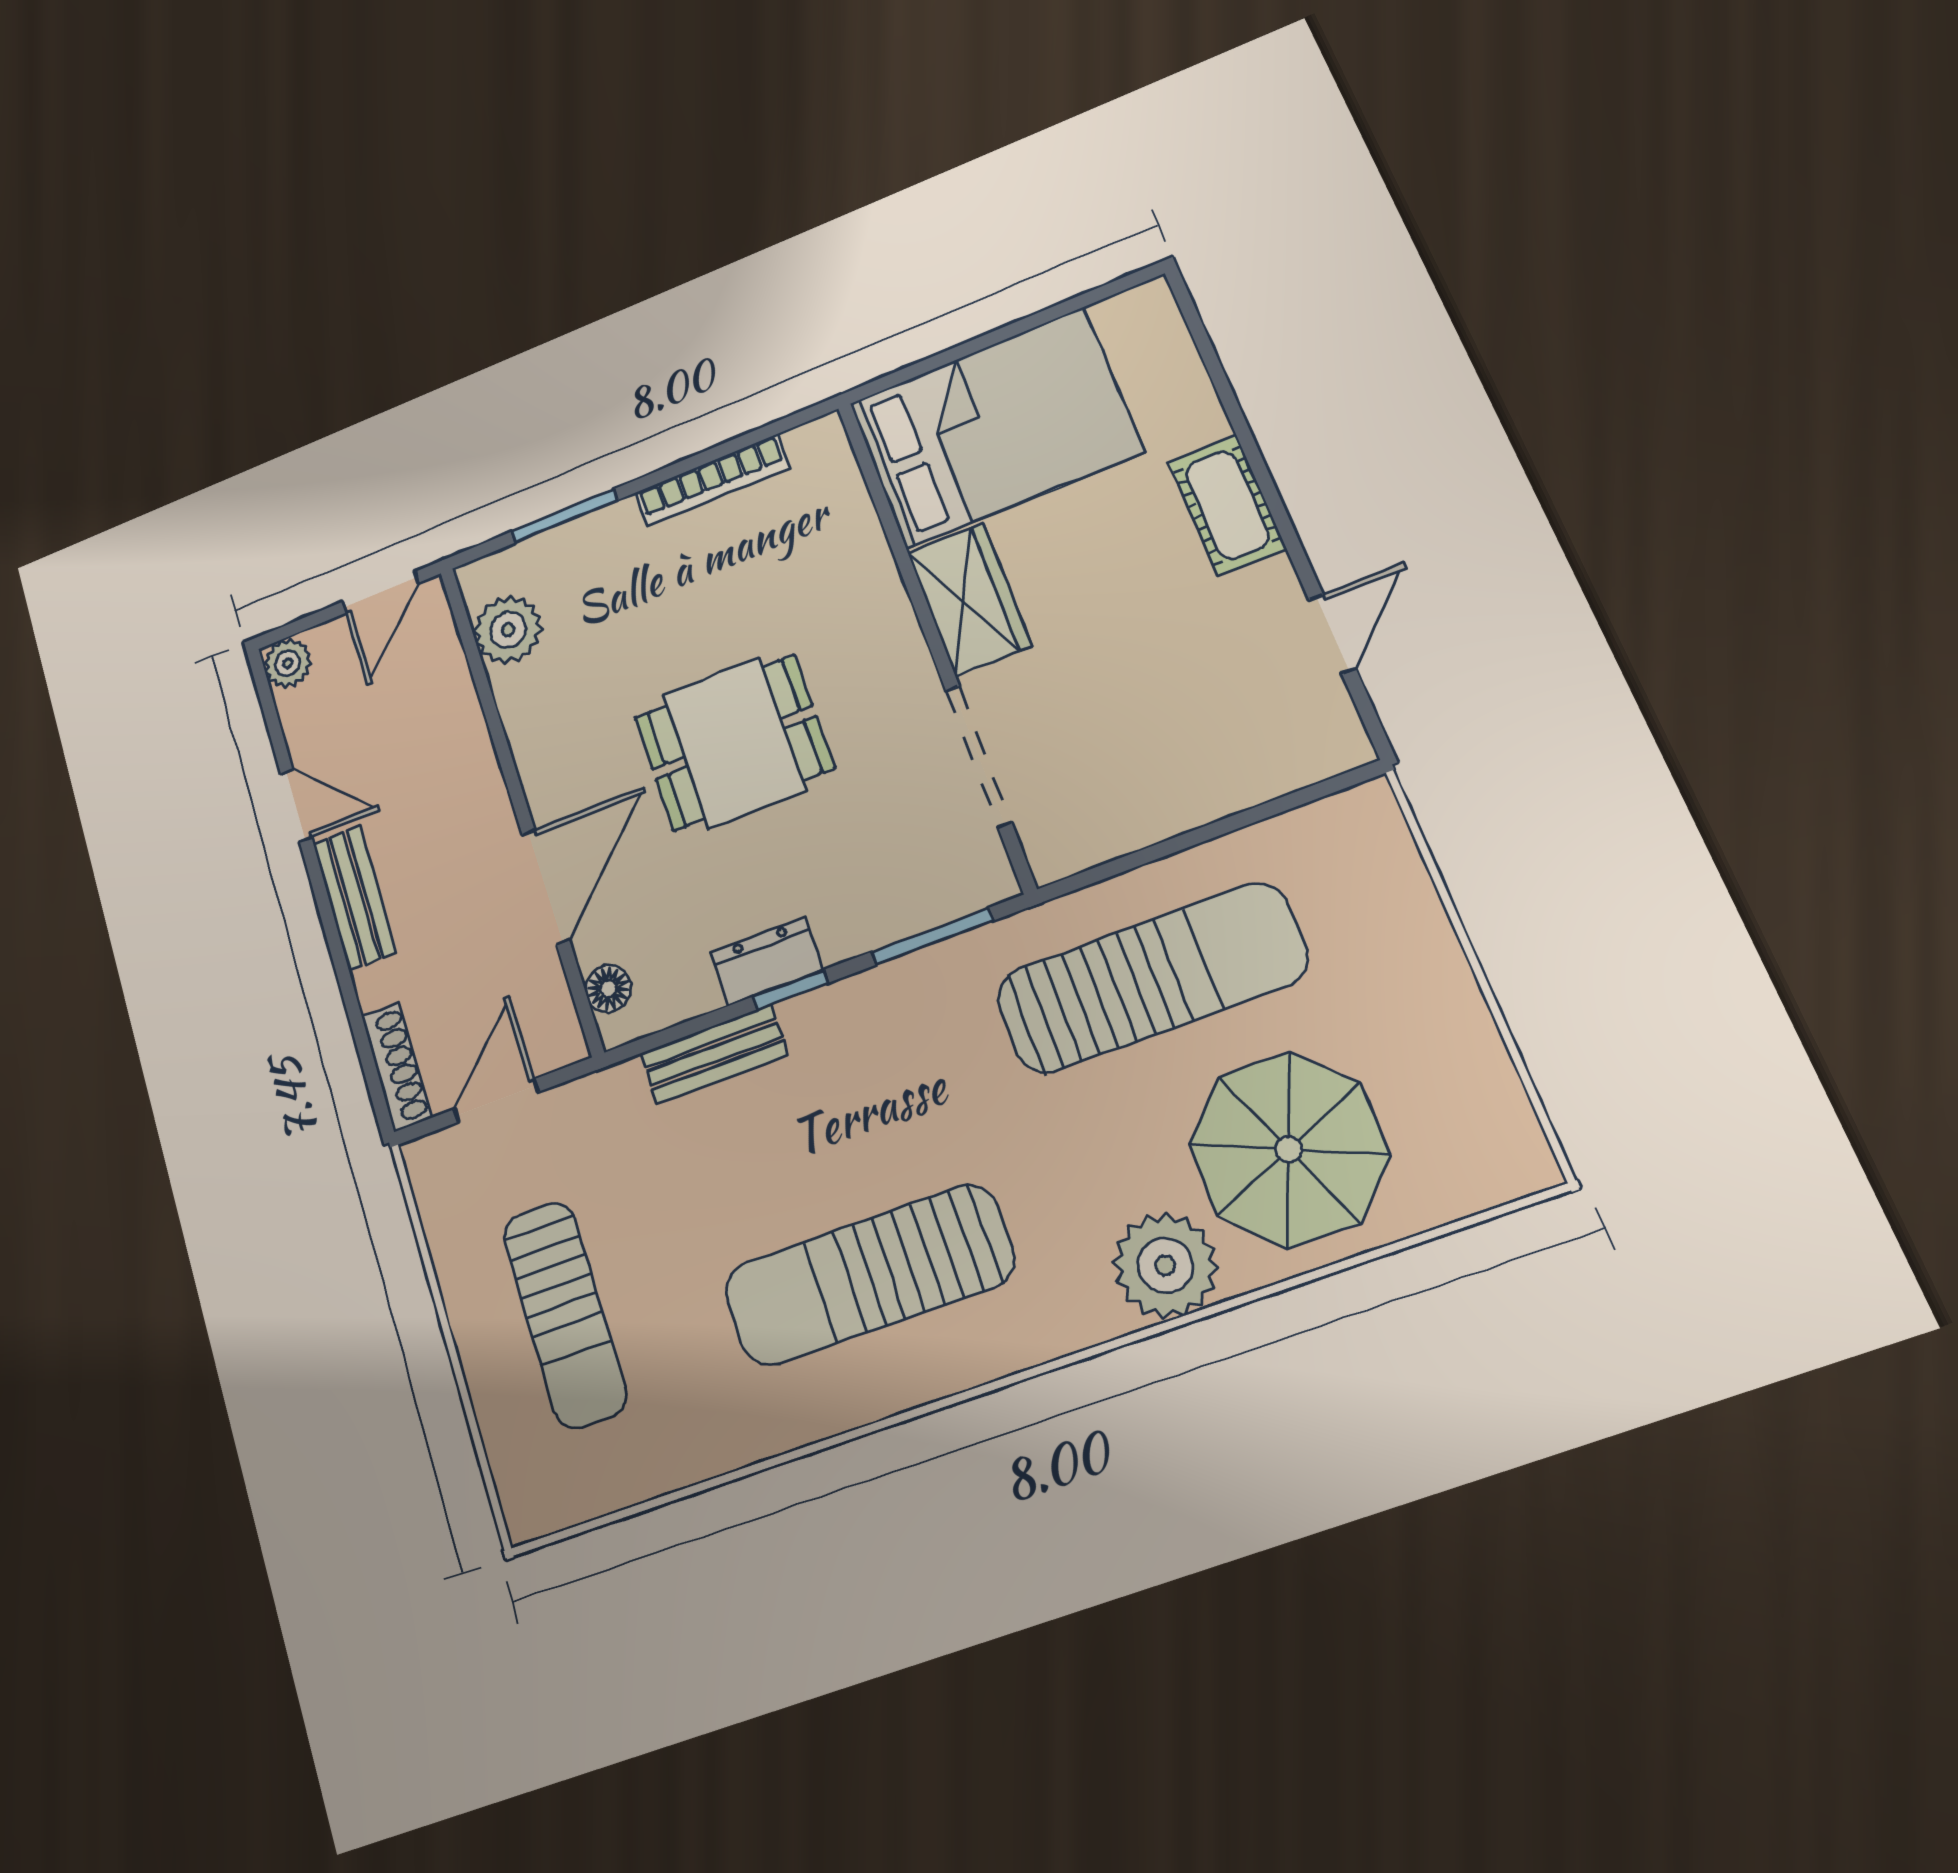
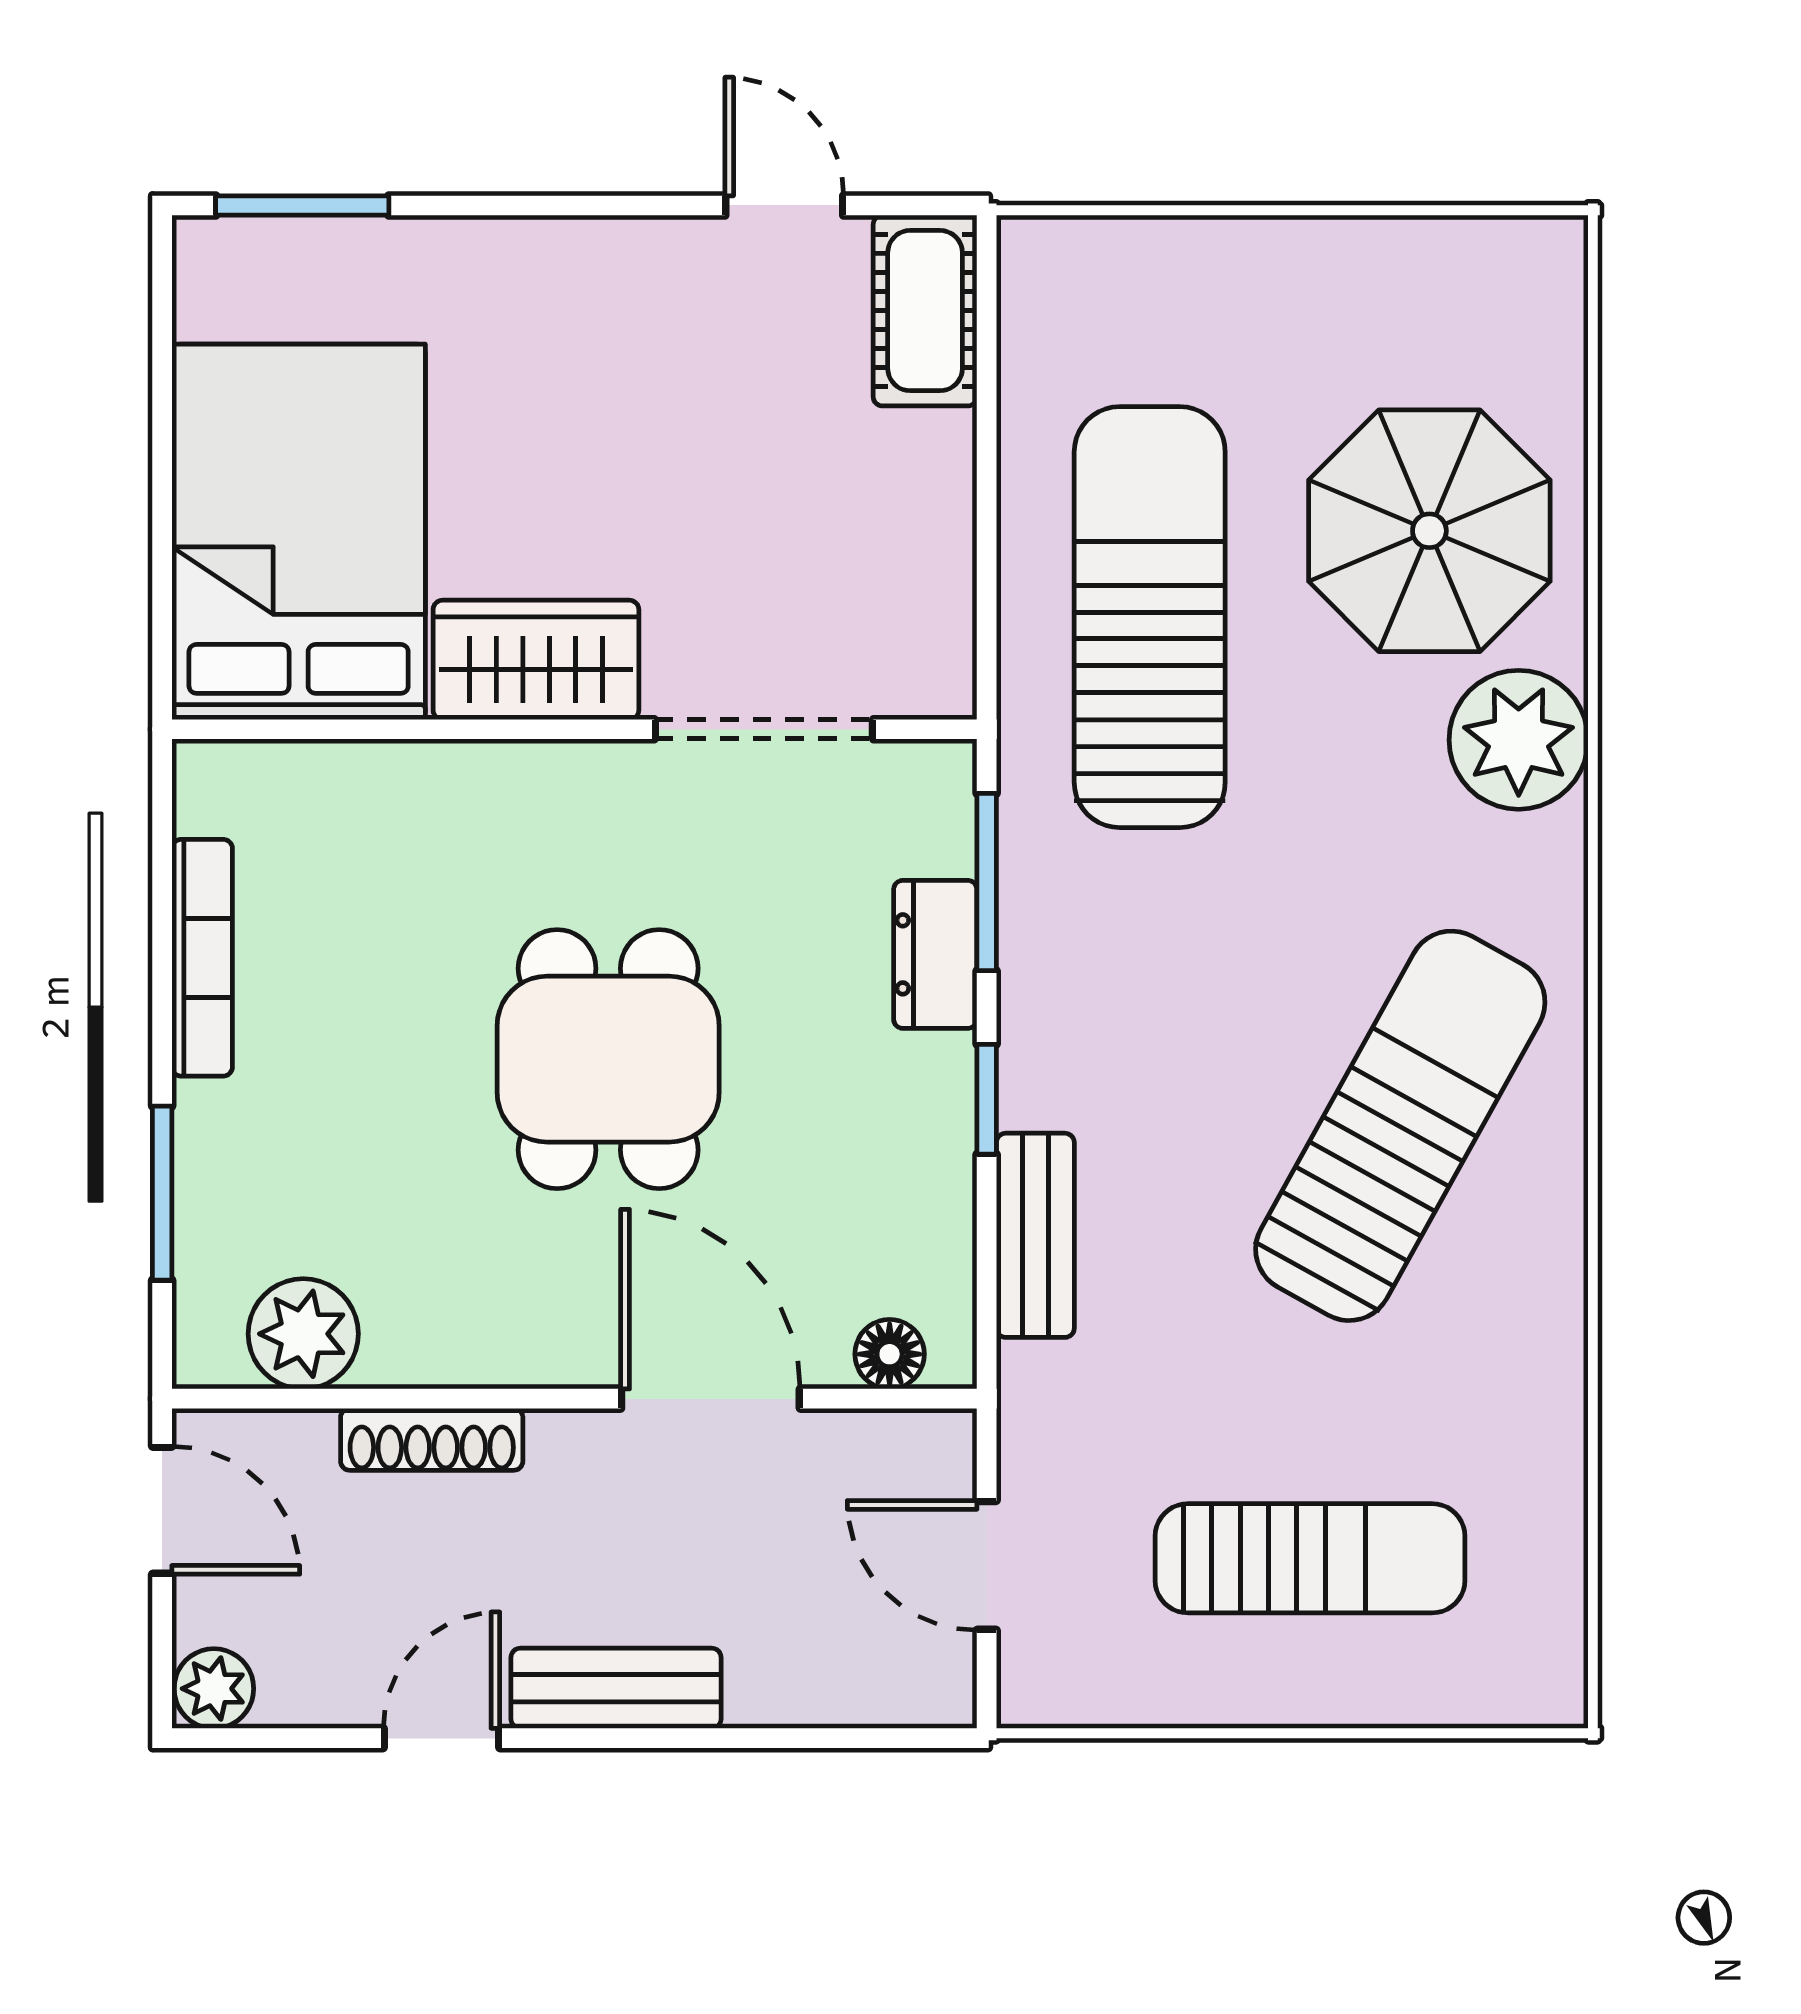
window: (1204, 345) -> (302, 205), added
cot: (1227, 505) -> (925, 311), moved, turned 90
dresser: (767, 961) -> (935, 954), moved
shoe rack: (397, 1067) -> (432, 1439), moved, turned 180
sun lounger: (869, 1275) -> (1400, 1126), turned -151

